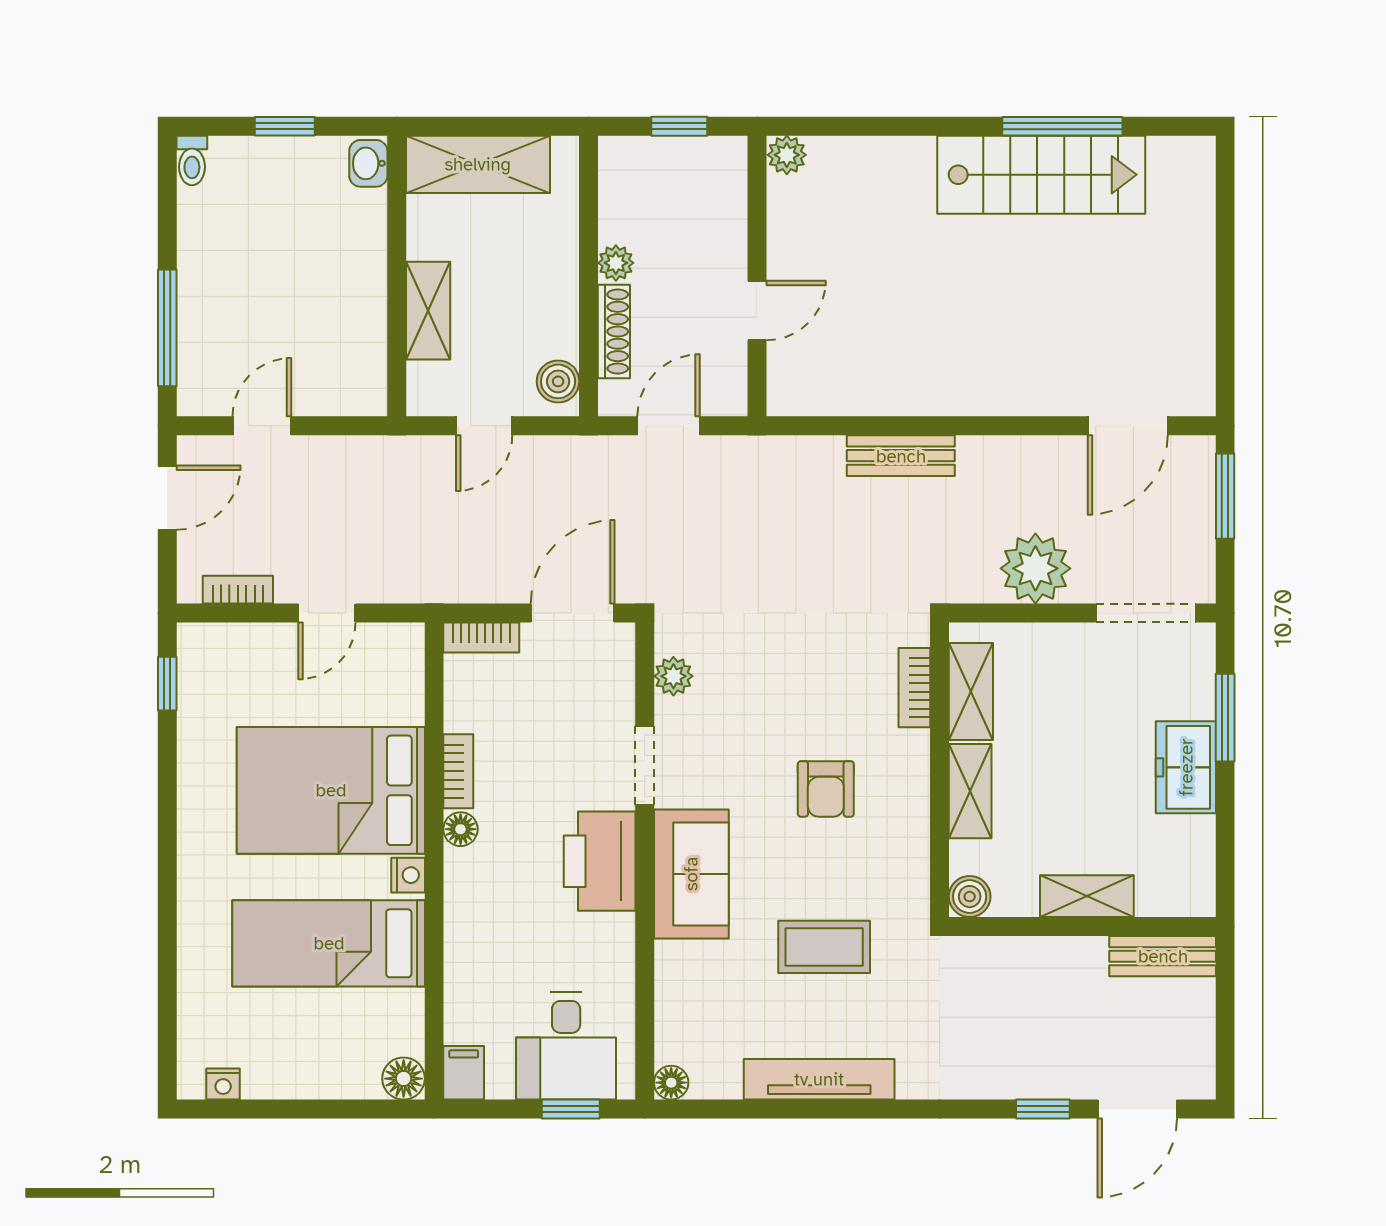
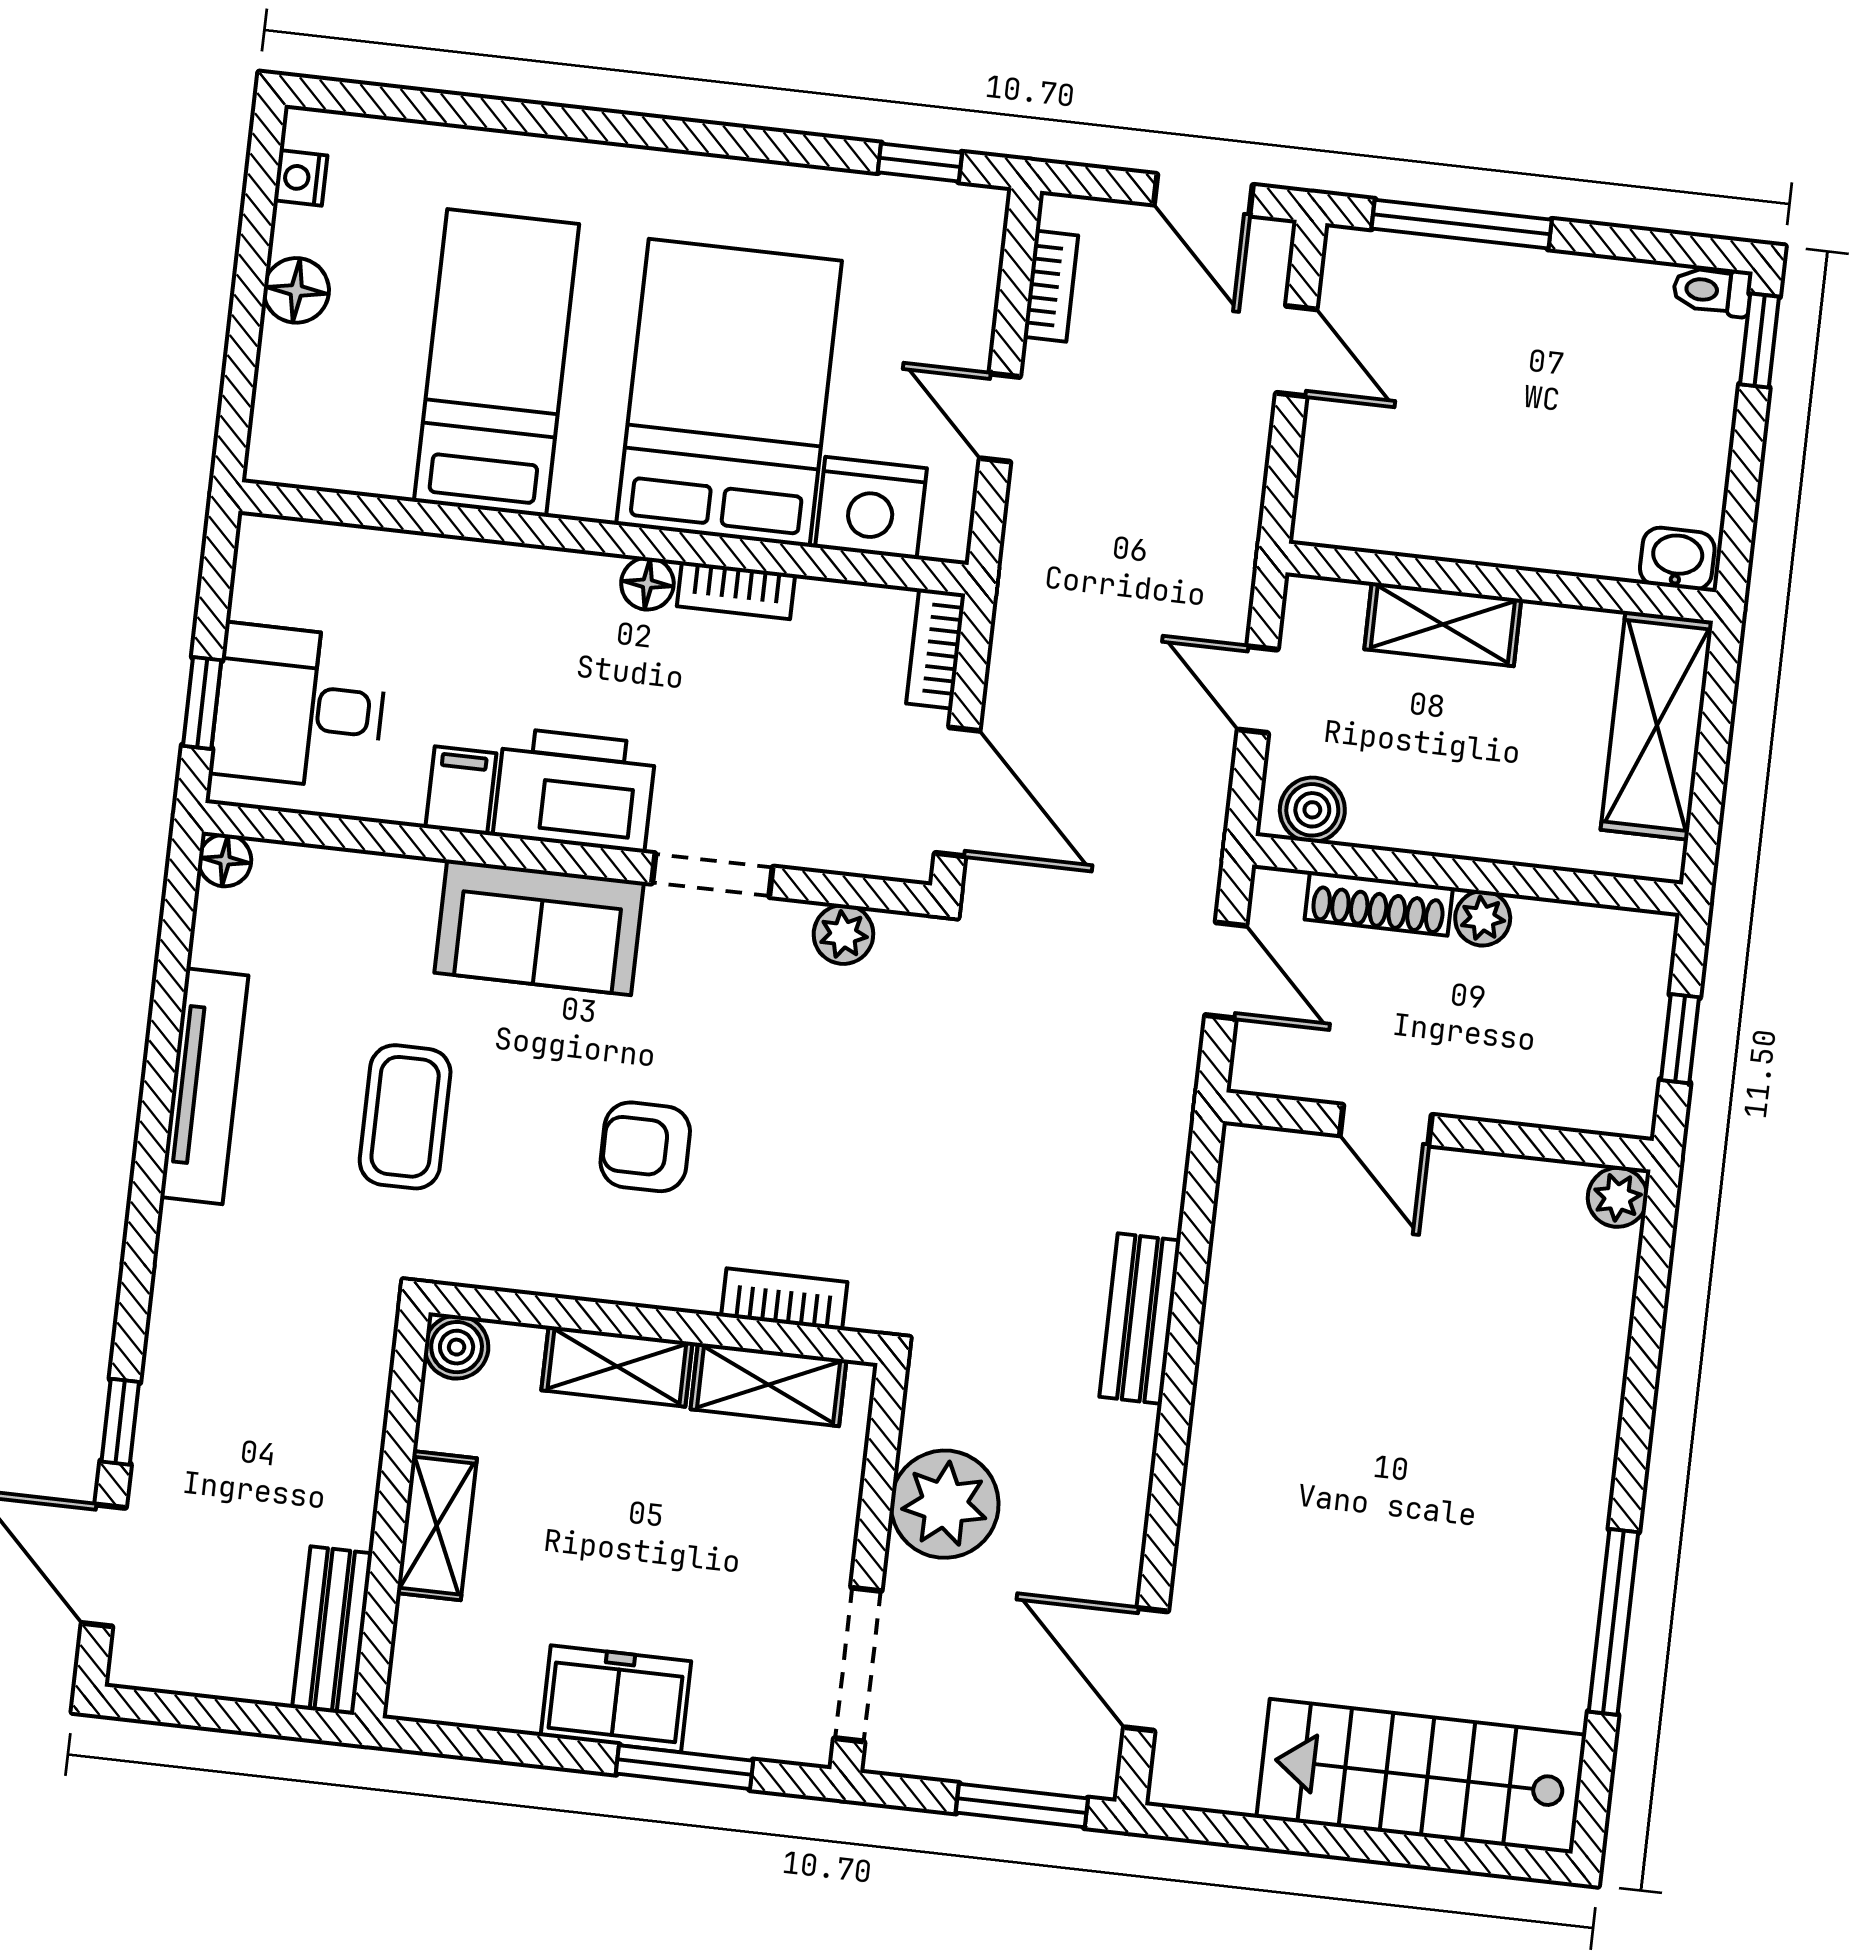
window: (285, 126) -> (1759, 340), moved
stairs: (1041, 175) -> (1421, 1776), moved, turned 90
nightstand: (408, 875) -> (871, 508), moved, width x1.89, depth x1.79
filing cabinet: (464, 1073) -> (461, 791), moved, turned -90
floor lamp: (404, 1079) -> (296, 290), moved

